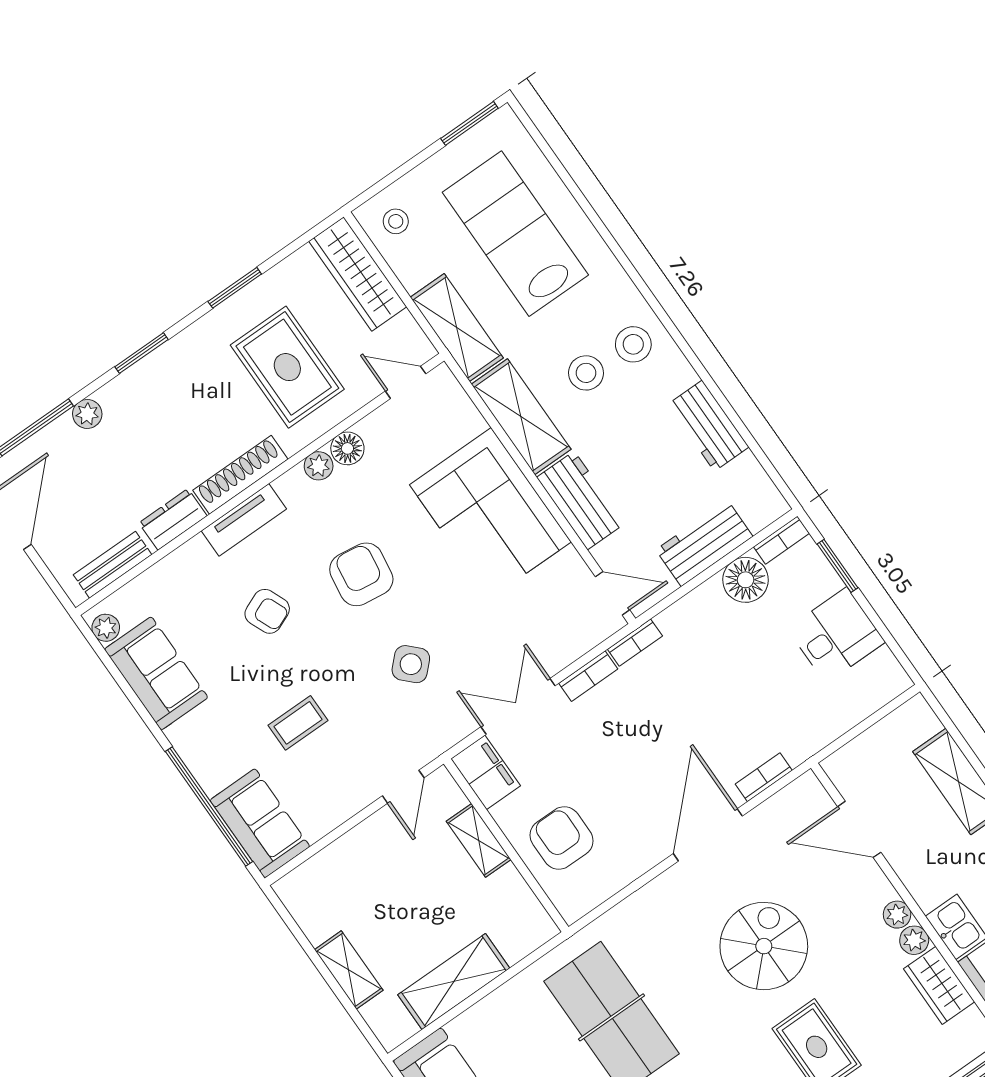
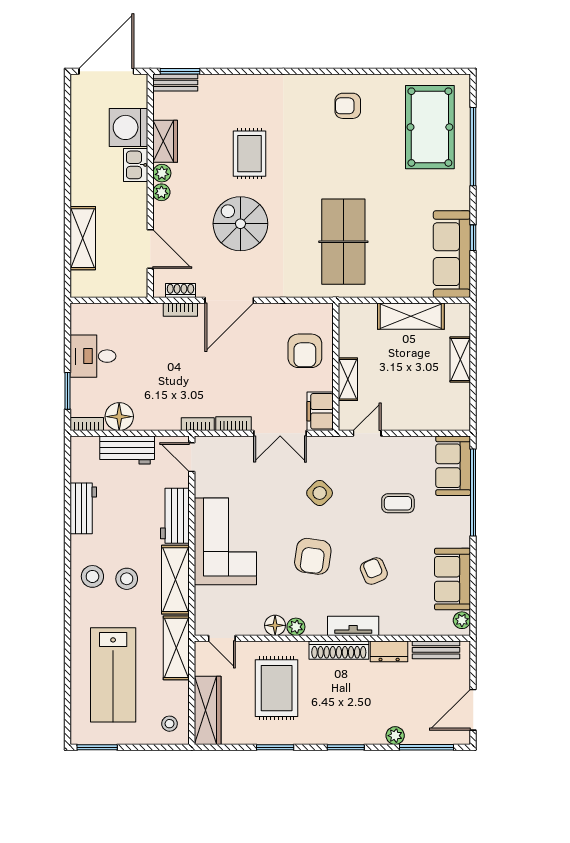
shoe rack: (781, 803) -> (180, 290), added
spiral stairs: (764, 946) -> (240, 224), turned 90

